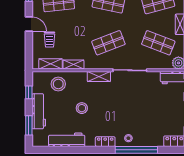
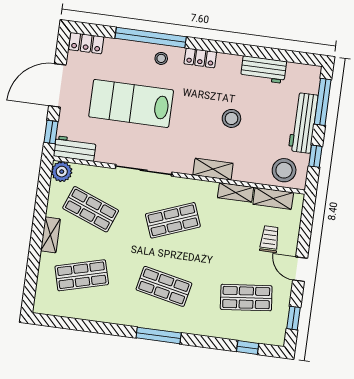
shelving: (99, 76) -> (213, 169), moved
stool: (58, 84) -> (284, 170), moved
lab bench: (143, 109) -> (131, 103), added
window: (29, 125) -> (323, 102), width x1.44
workbench: (67, 140) -> (263, 70), width x0.73

